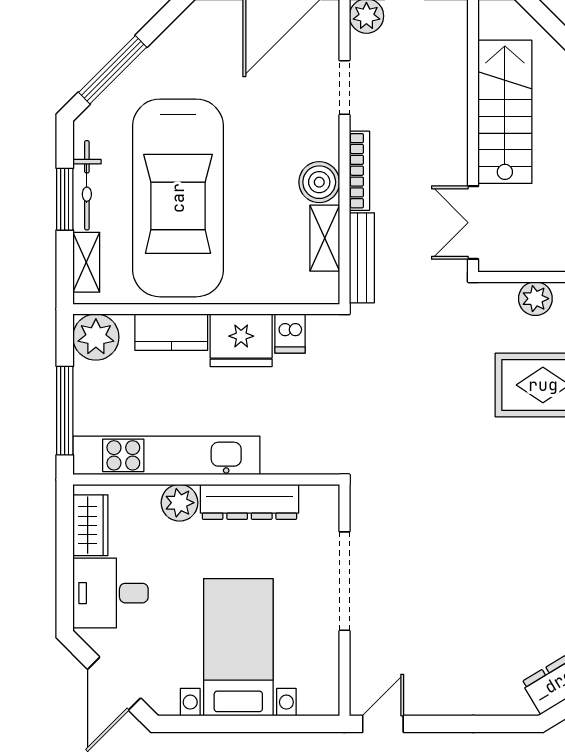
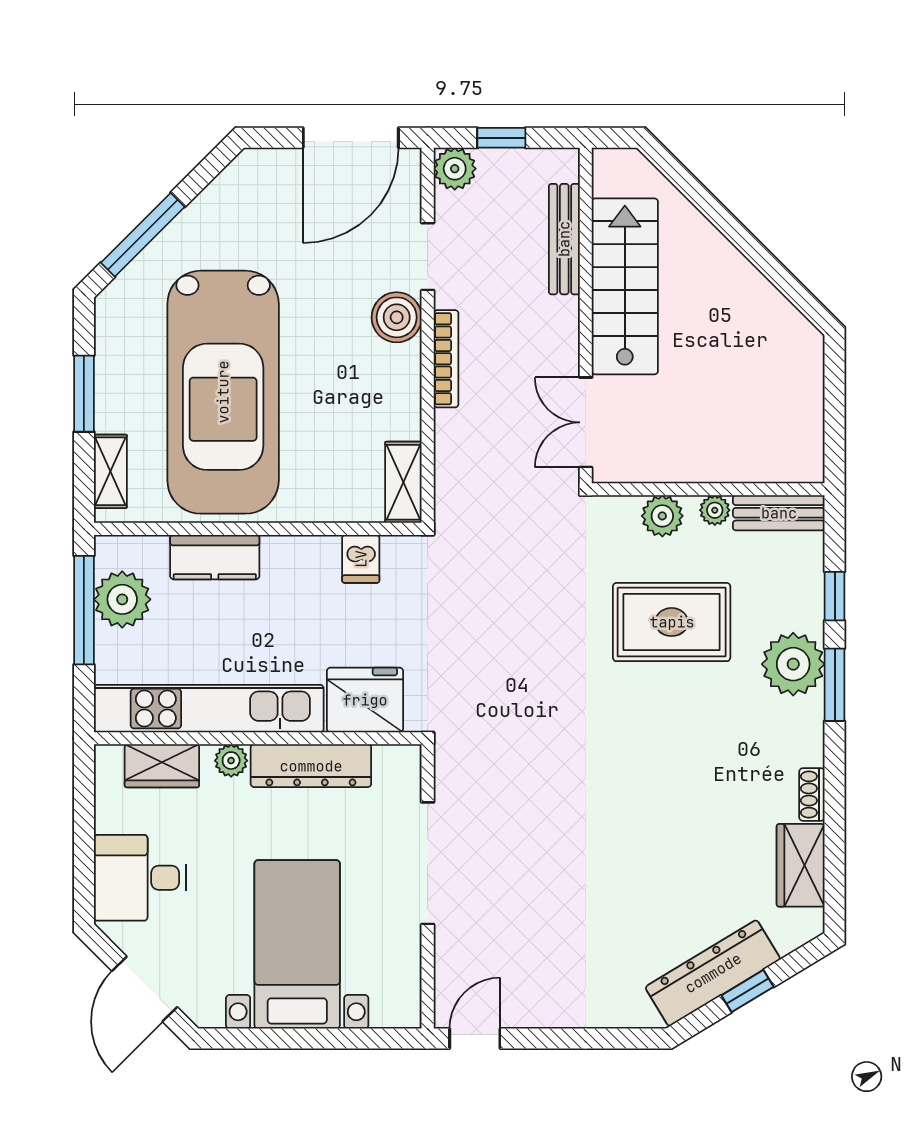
boiler: (319, 182) -> (397, 317), moved
bicycle: (87, 185) -> (111, 377), removed
shelving: (325, 238) -> (403, 482), moved
bench: (362, 258) -> (564, 239), moved
plant: (96, 337) -> (122, 599), moved
fridge: (241, 340) -> (365, 700), moved, turned 180
window: (65, 411) -> (84, 610), moved
plant: (179, 503) -> (231, 761), width x0.73, depth x0.73
wardrobe: (90, 525) -> (162, 766), moved, turned 90

